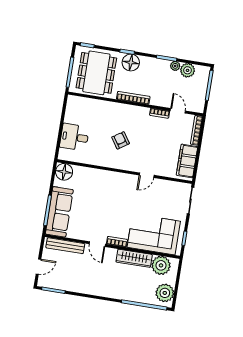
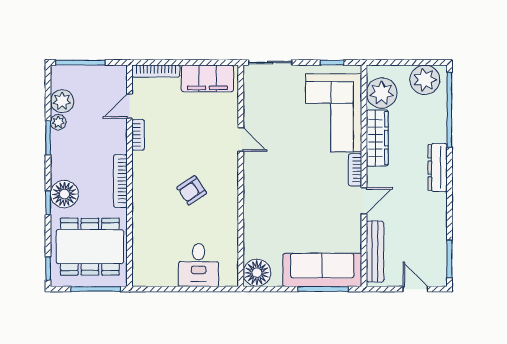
dresser: (110, 292) -> (438, 168), added

